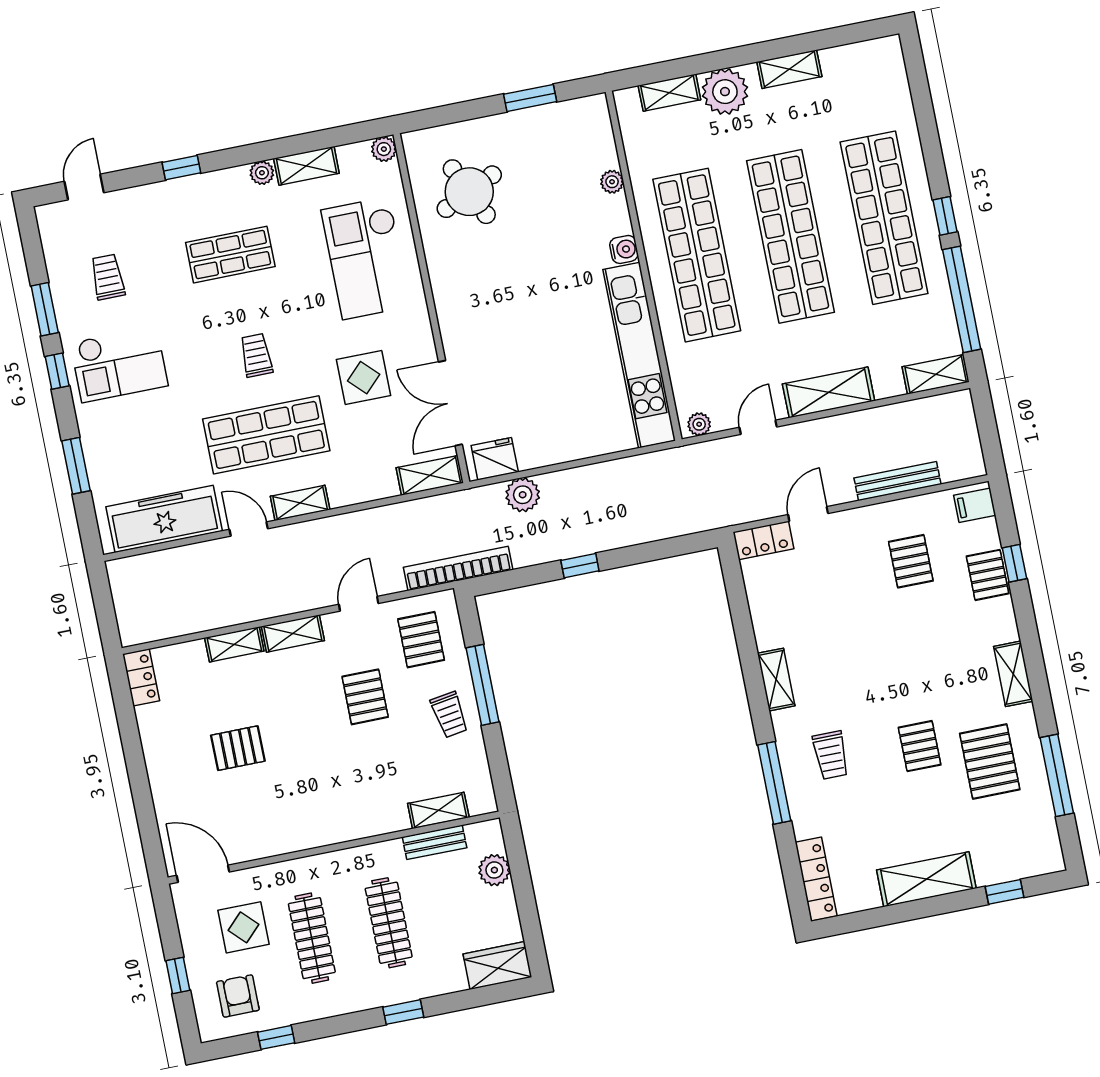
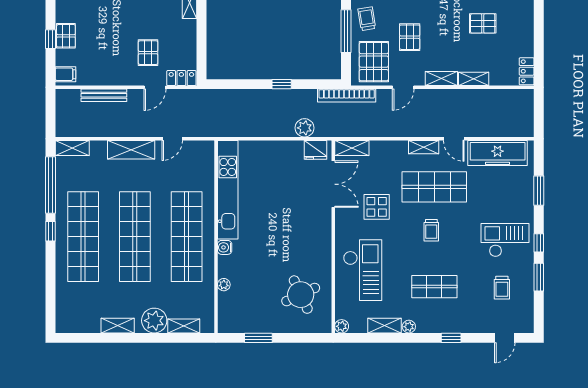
plant: (699, 424) -> (203, 147), removed
pallet: (911, 561) -> (148, 53), moved
pallet: (421, 640) -> (374, 62), width x1.50, depth x1.42

